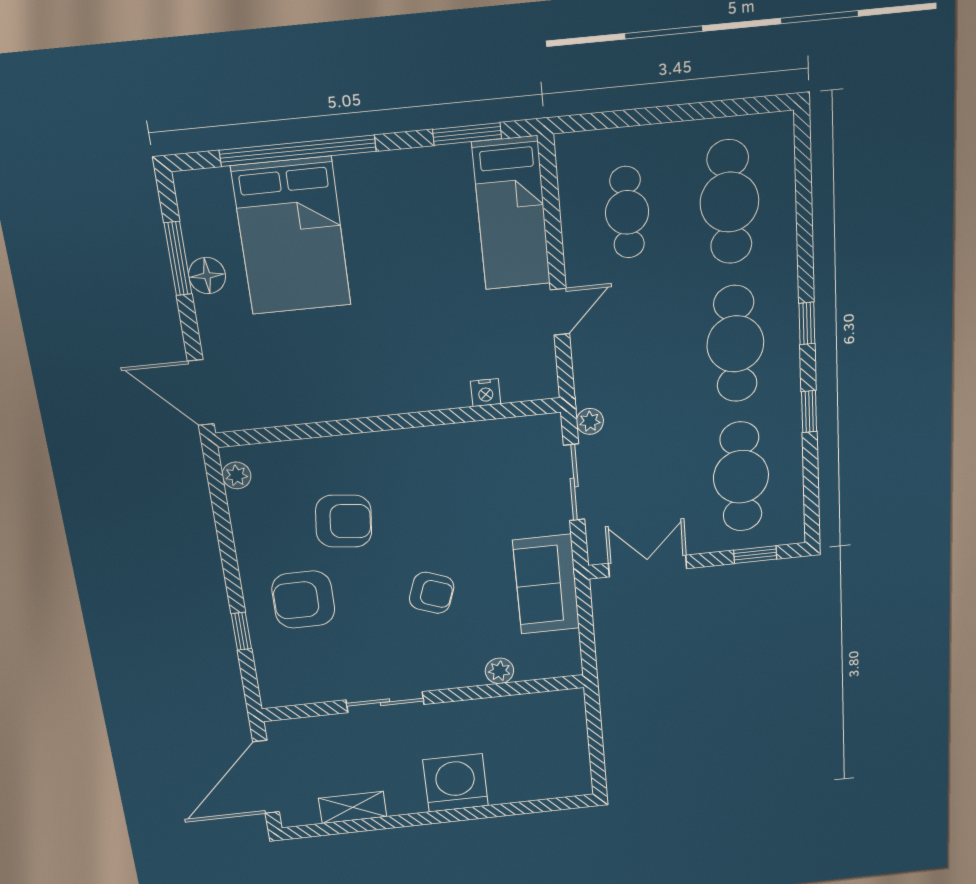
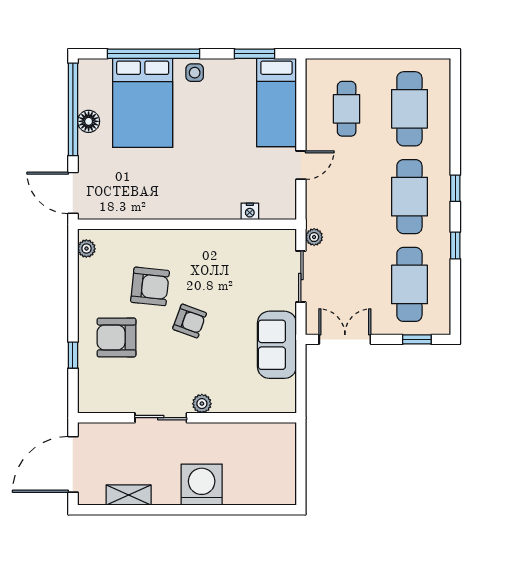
side table: (371, 176) -> (195, 73), added
window: (178, 258) -> (73, 109), width x2.11
armchair: (432, 593) -> (190, 321), moved
plant: (499, 671) -> (202, 404), moved

